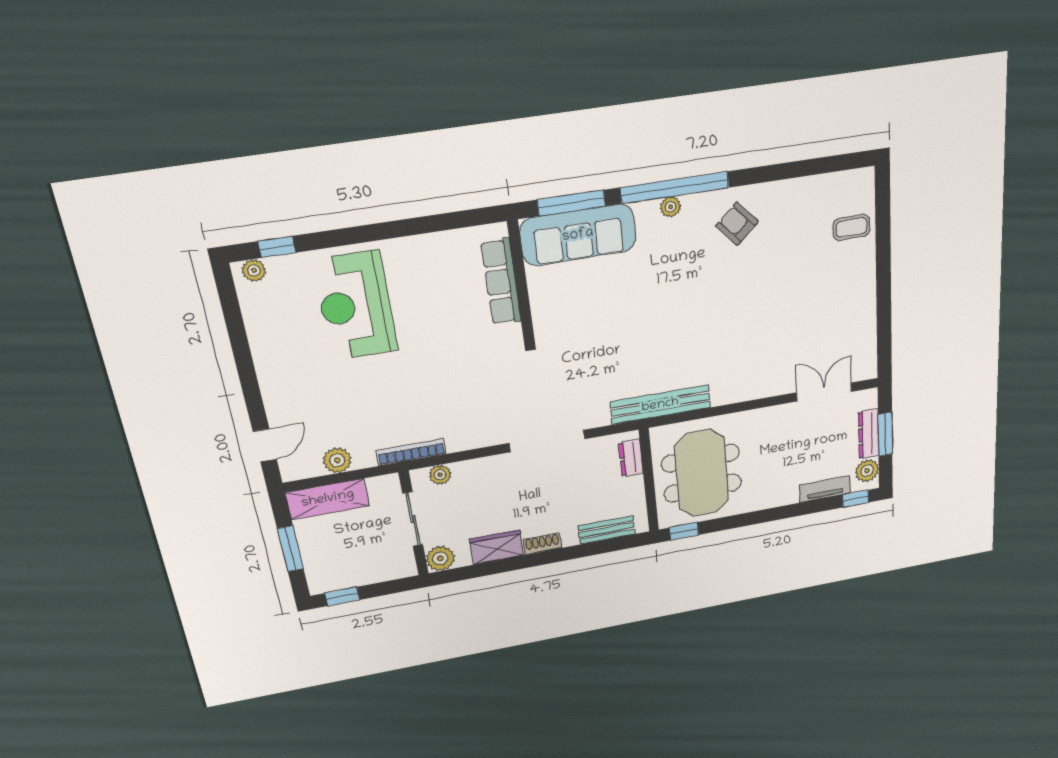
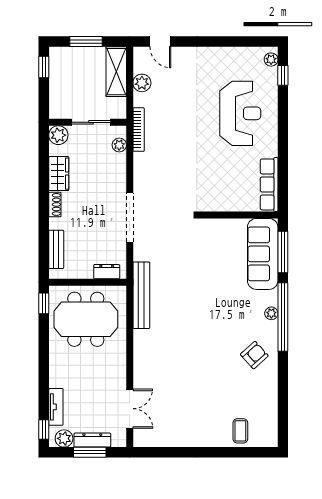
row of seats: (501, 282) -> (269, 184), moved, turned -90
reception desk: (356, 306) -> (240, 113), turned 90

